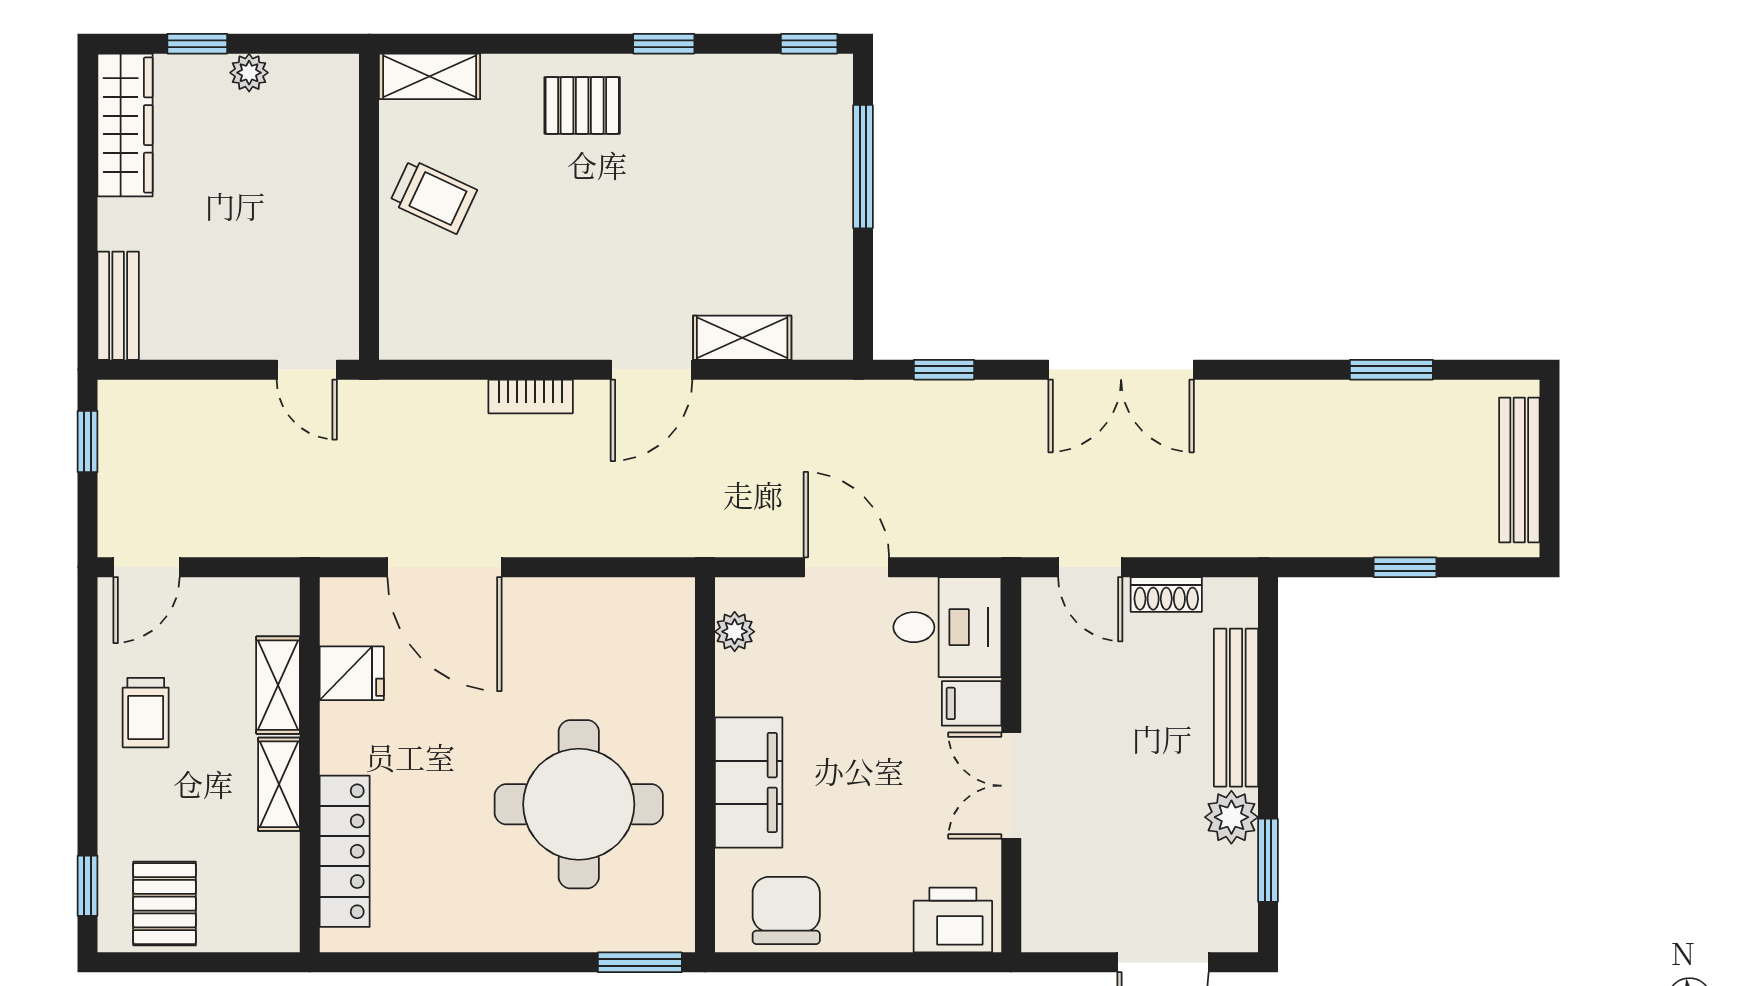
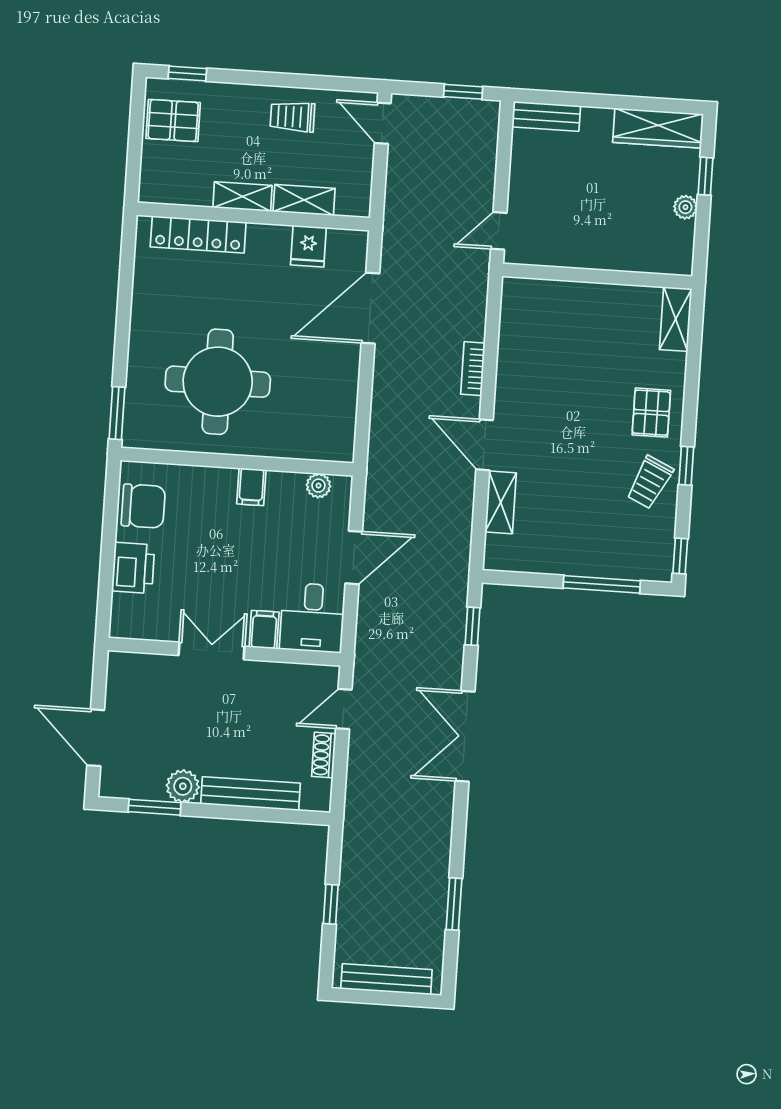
trolley: (433, 196) -> (650, 482), moved
filing cabinet: (749, 782) -> (251, 487), width x0.33, depth x0.86
printer: (953, 920) -> (133, 568), moved

